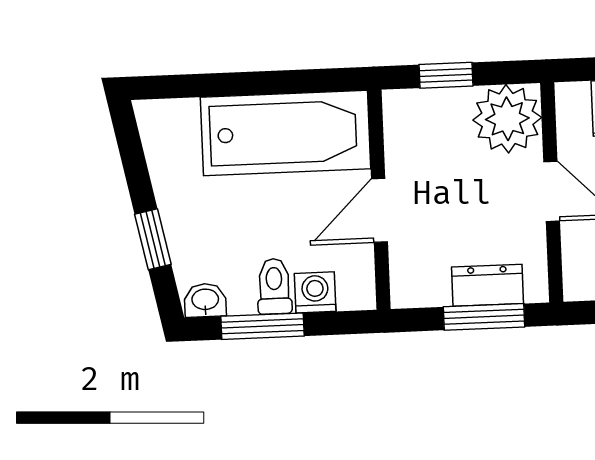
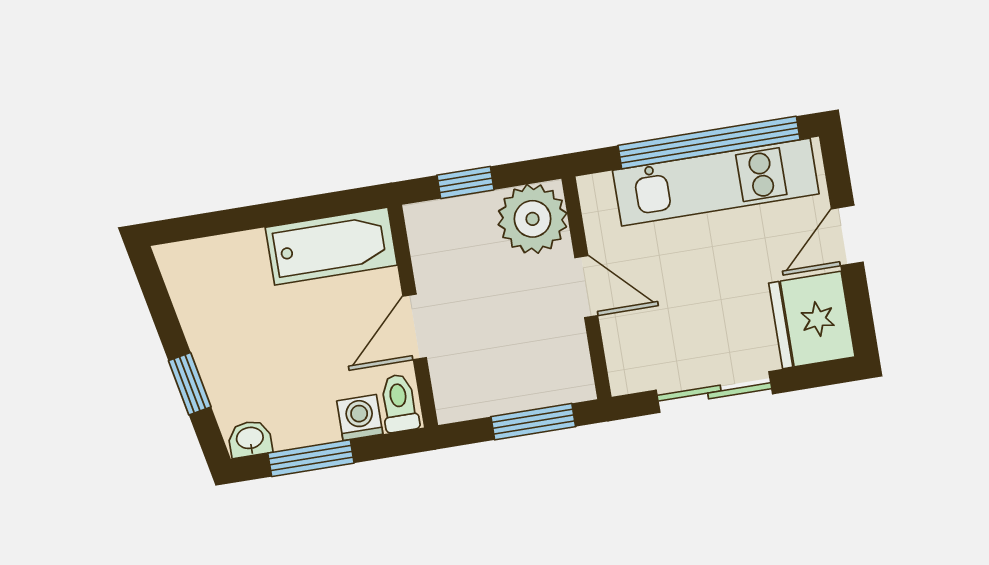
bathtub: (286, 133) -> (331, 246), width x0.73, depth x0.73
dresser: (488, 285) -> (533, 389), removed
toilet: (274, 286) -> (399, 403), moved

